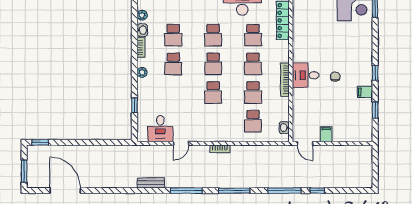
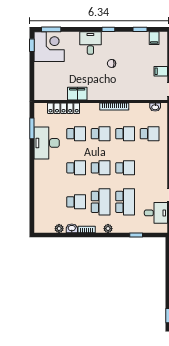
filing cabinet: (300, 36) -> (77, 94), added
school desk: (173, 64) -> (101, 202), width x1.85
desk: (306, 75) -> (90, 43), moved, turned 180
filing cabinet: (365, 92) -> (154, 38), moved
school desk: (173, 93) -> (125, 202), added

